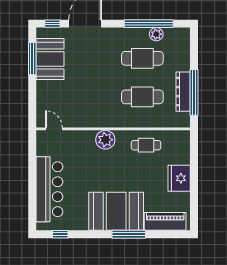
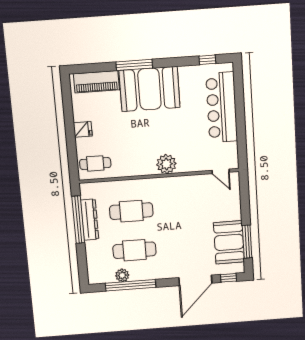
cafe table: (146, 145) -> (95, 163), moved
fridge: (179, 178) -> (83, 129), width x0.53, depth x0.75

